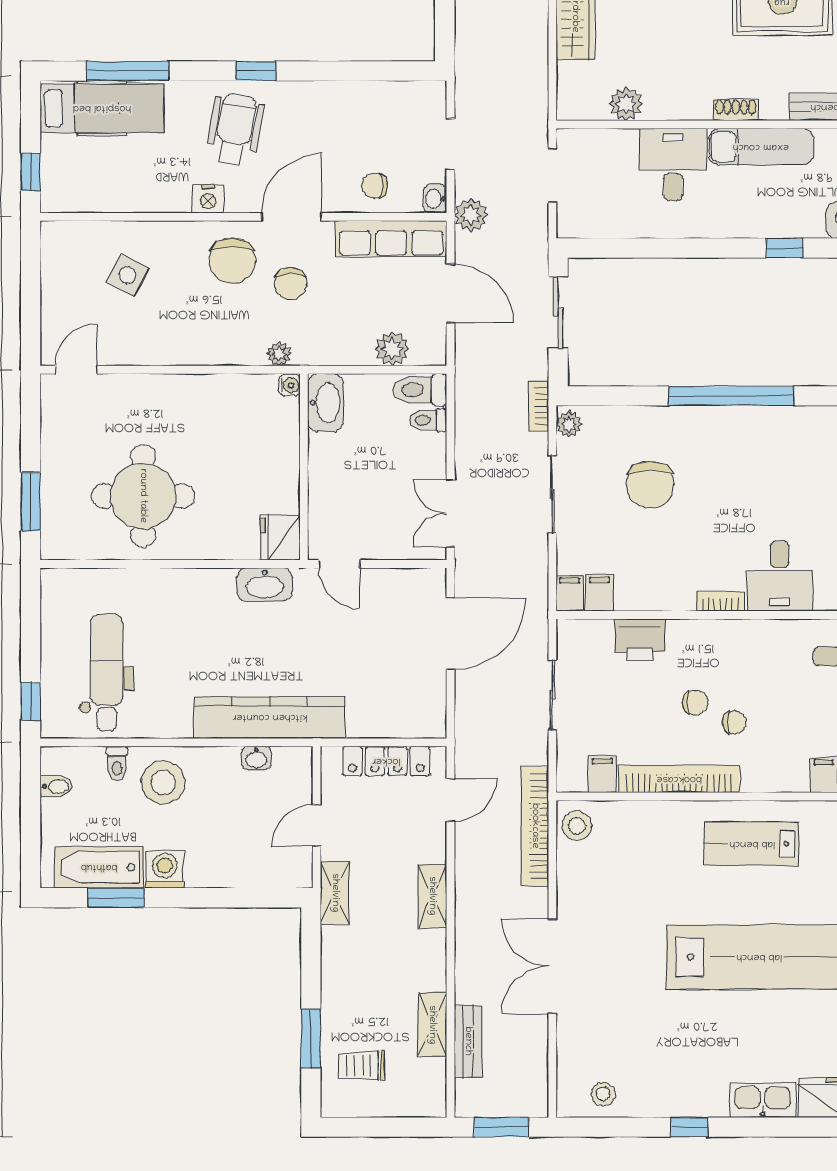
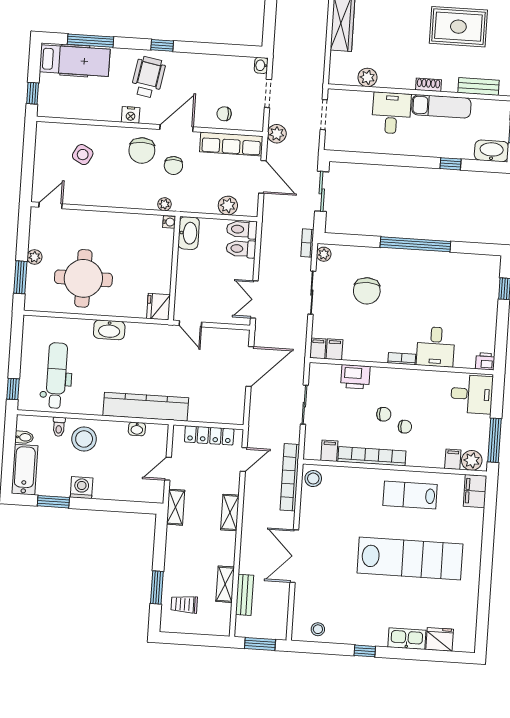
washbasin: (435, 199) -> (261, 65), moved
toilet: (428, 420) -> (241, 249), width x1.37, depth x1.39
plant: (53, 464) -> (35, 257), added
washbasin: (265, 585) -> (109, 330), moved
bathtub: (99, 867) -> (25, 470), moved, turned 90

